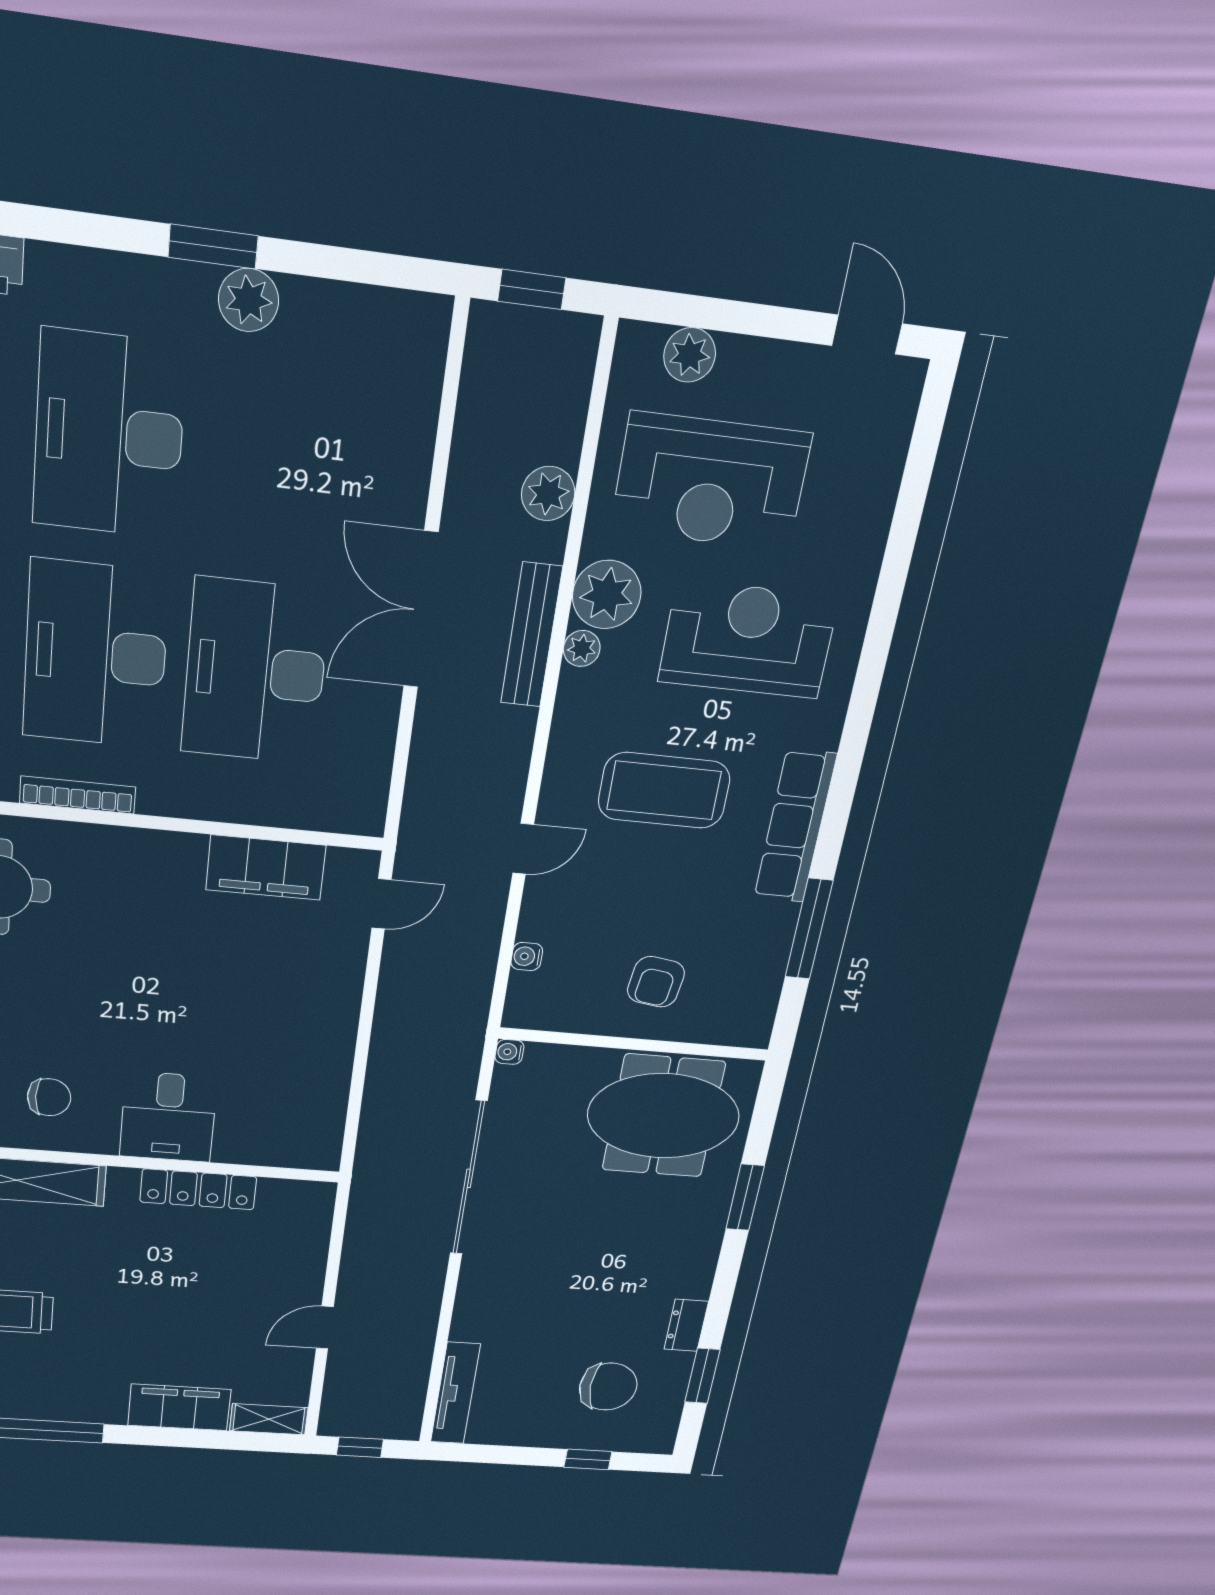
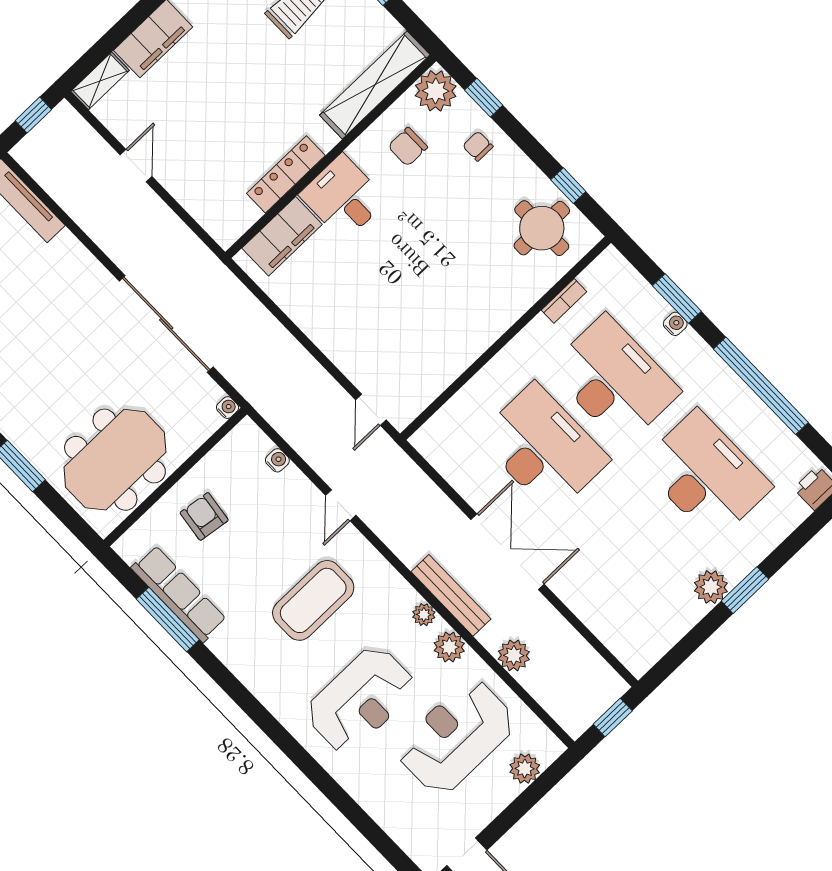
plant: (607, 595) -> (449, 647), width x0.73, depth x0.73
bookcase: (78, 795) -> (564, 301), width x0.64
row of seats: (795, 826) -> (179, 594), moved
filing cabinet: (266, 868) -> (282, 236), moved, turned 180

